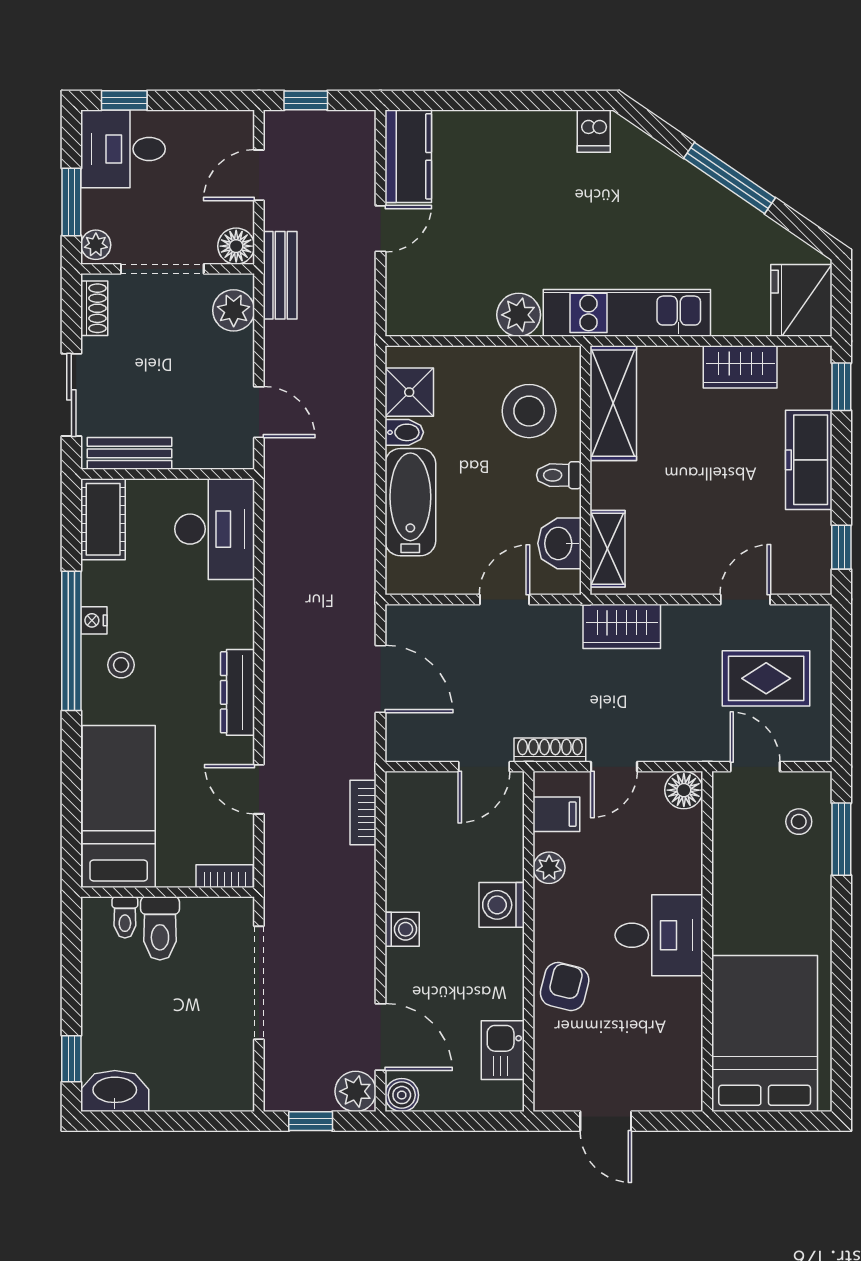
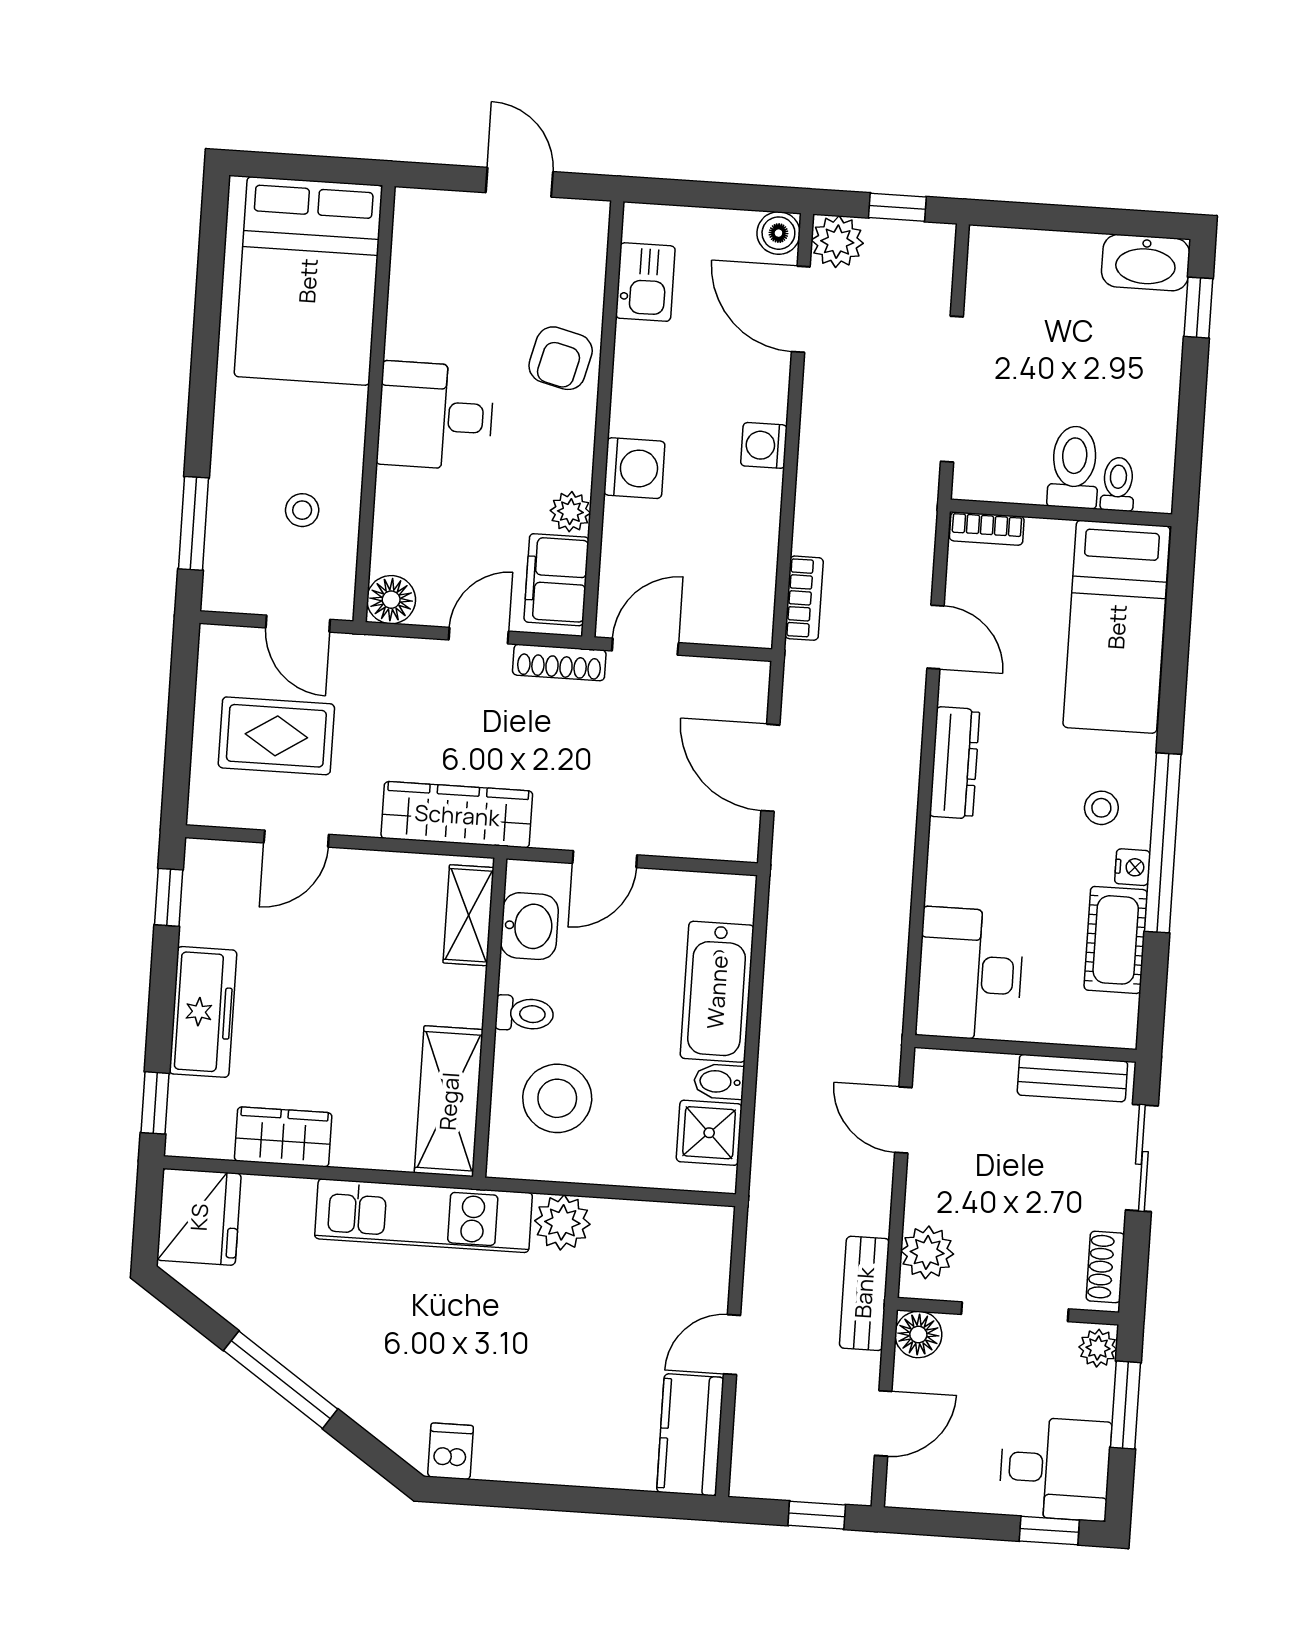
cot: (103, 519) -> (1116, 940), moved
wardrobe: (622, 626) -> (457, 815), width x1.50
filing cabinet: (556, 814) -> (556, 580), width x2.00
stool: (799, 822) -> (302, 510), moved

